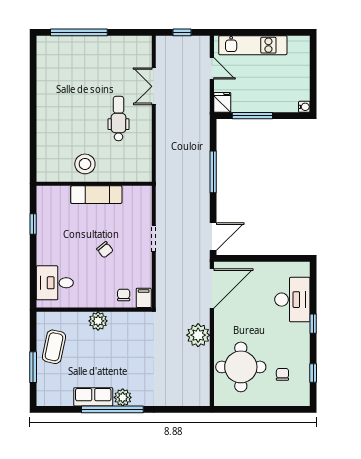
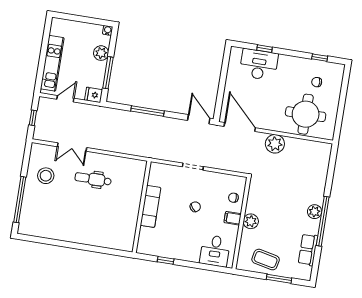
plant: (275, 103) -> (101, 53), added
stool: (85, 164) -> (46, 176), moved
filing cabinet: (144, 298) -> (233, 218), moved
window: (313, 324) -> (264, 49), moved
row of seats: (93, 397) -> (308, 250), moved

